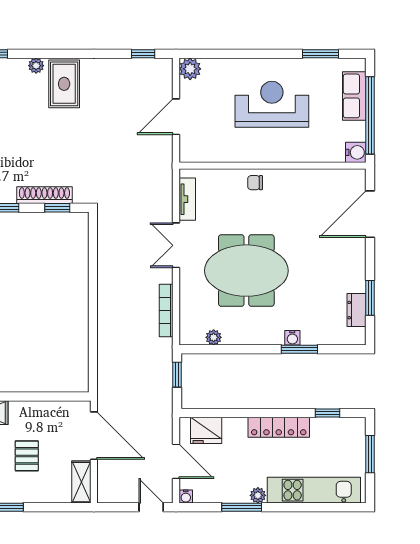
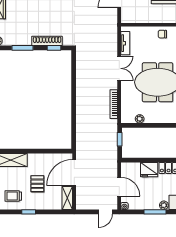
double door: (176, 245) -> (119, 68), swing flipped
fridge: (206, 430) -> (149, 170), moved
door: (94, 436) -> (74, 173), swing flipped
door: (151, 507) -> (105, 212), swing flipped

